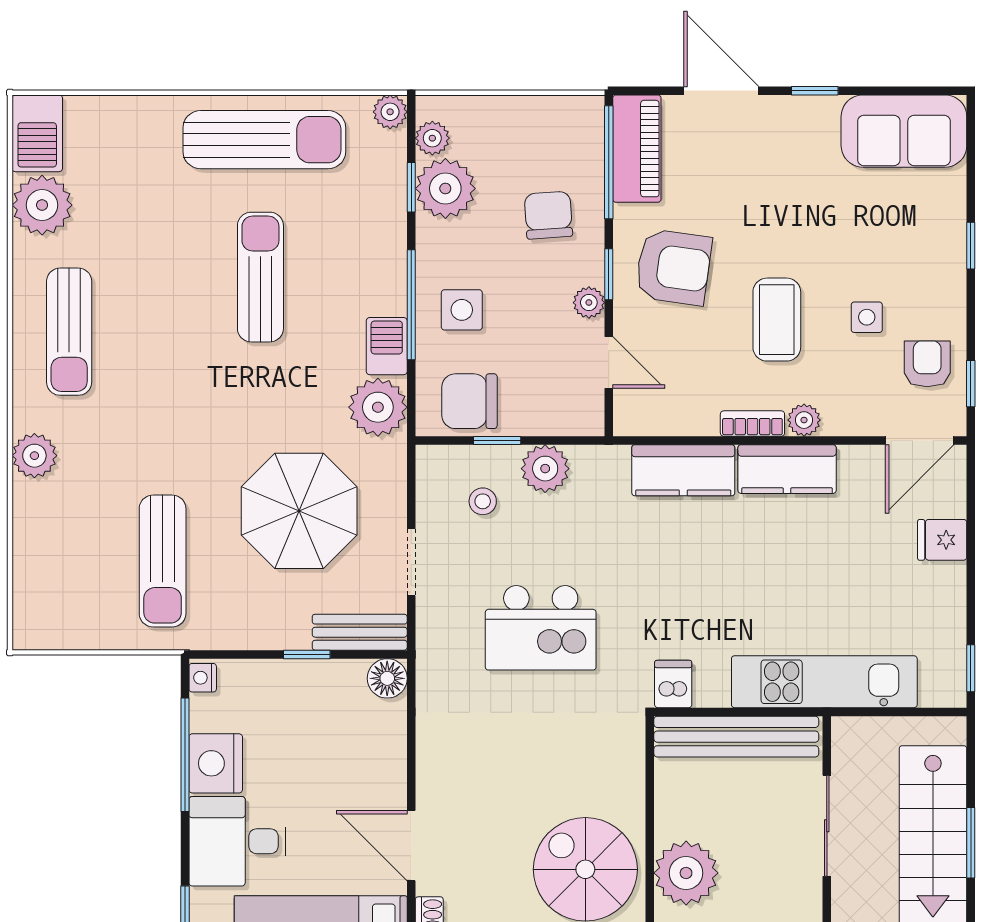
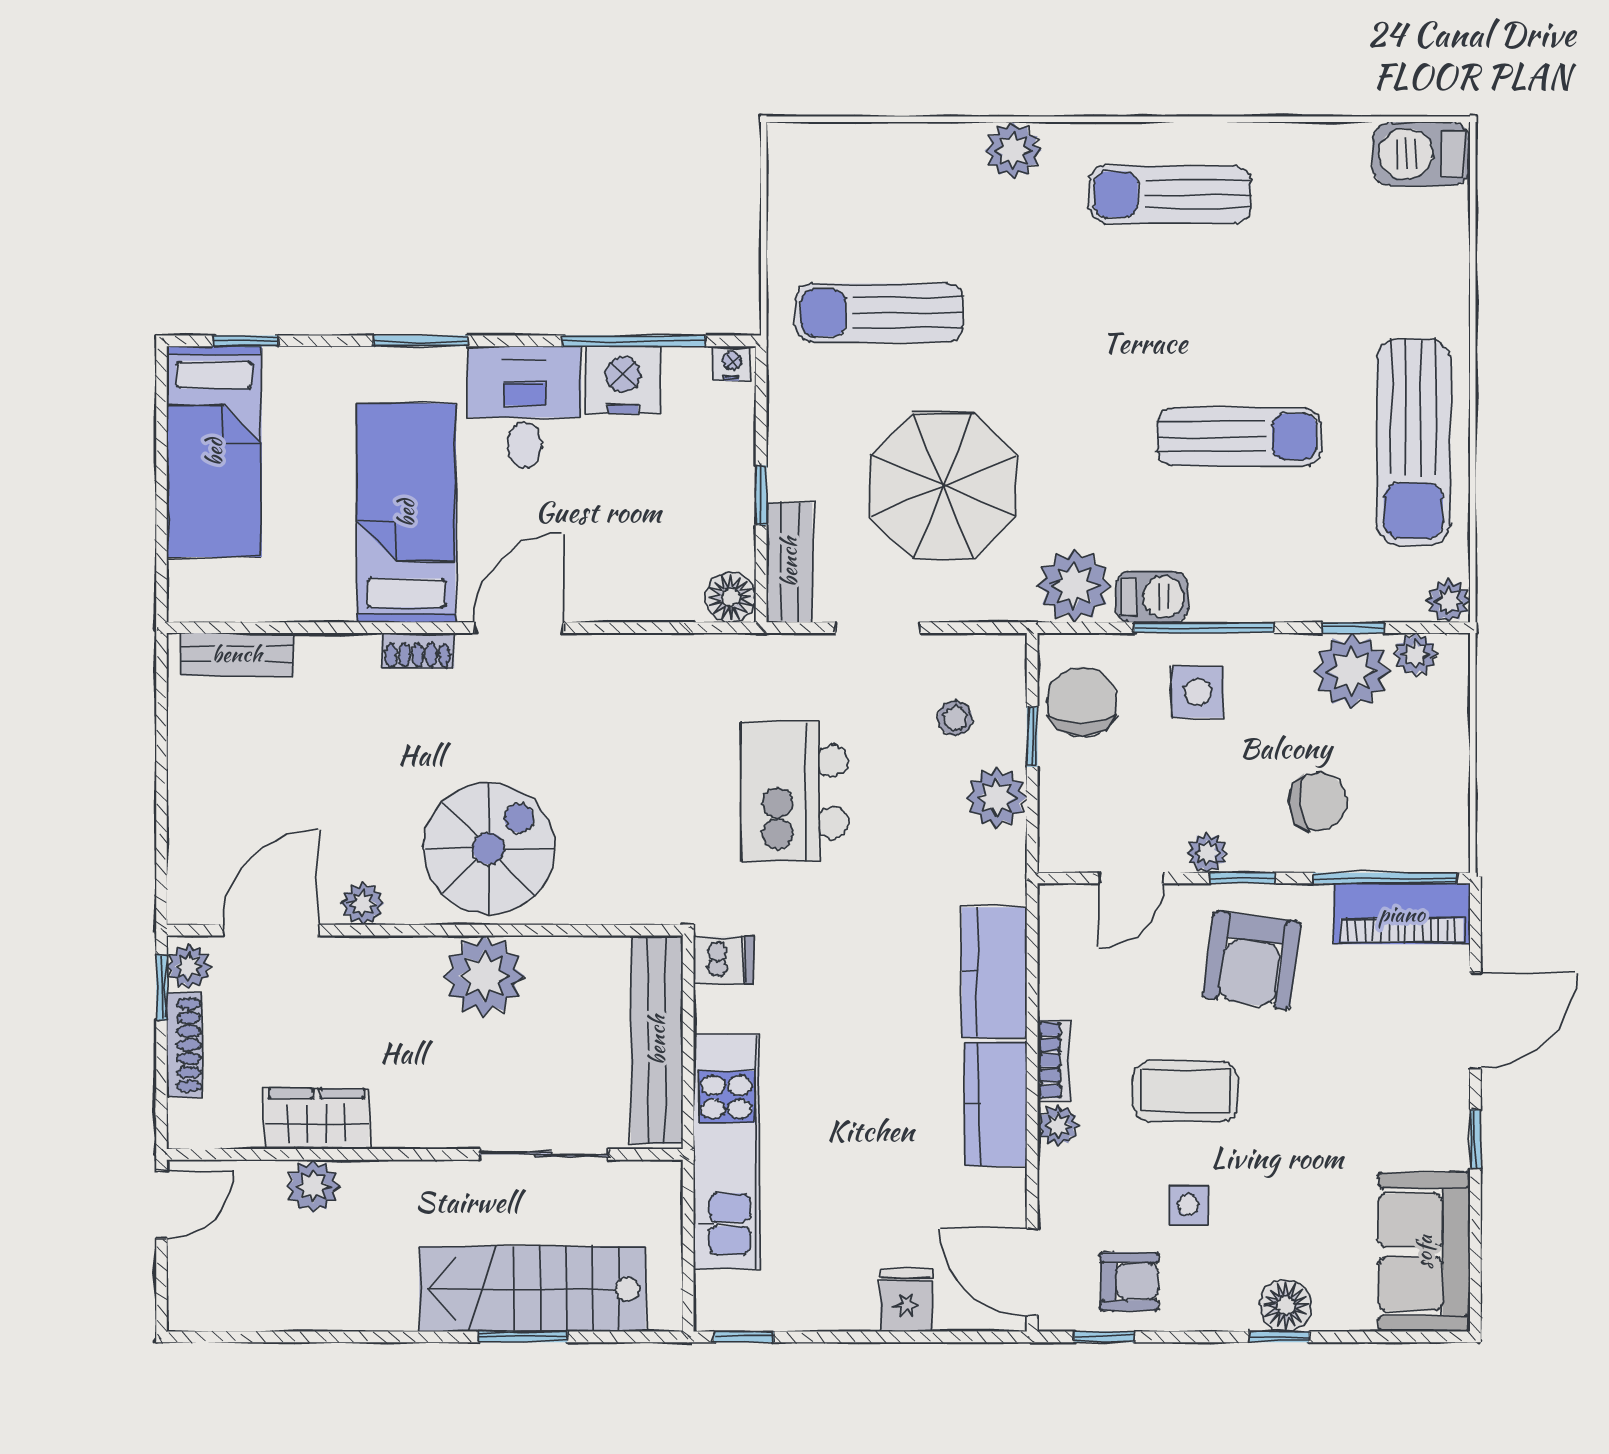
plant: (42, 205) -> (1330, 160), removed
floor lamp: (946, 240) -> (1286, 1306), added

